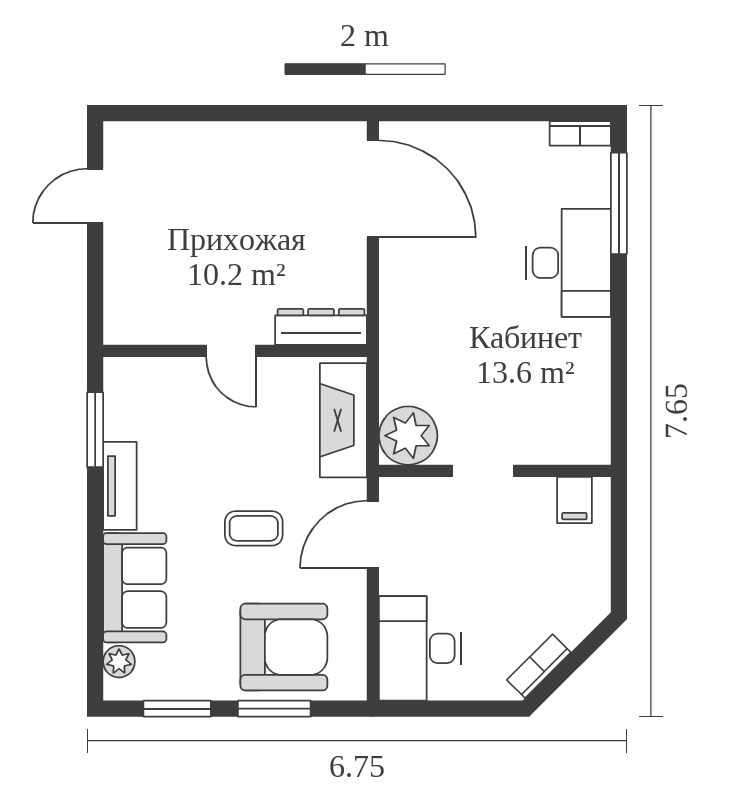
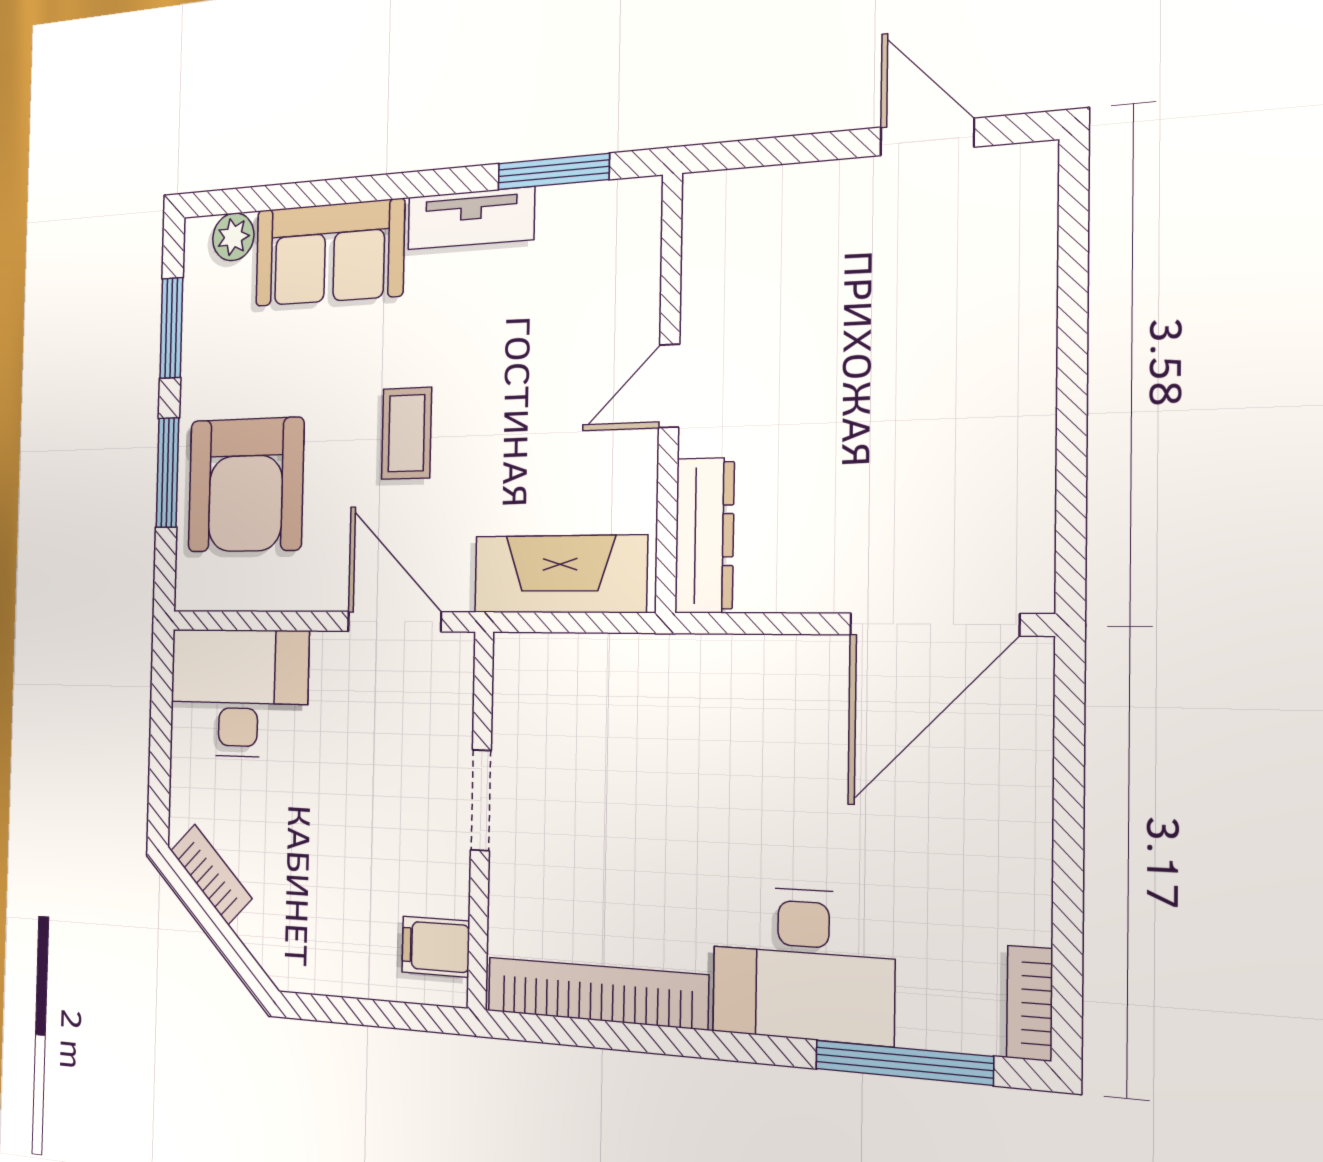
bookcase: (595, 391) -> (596, 993), added
plant: (408, 436) -> (535, 680), removed

